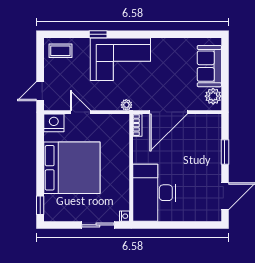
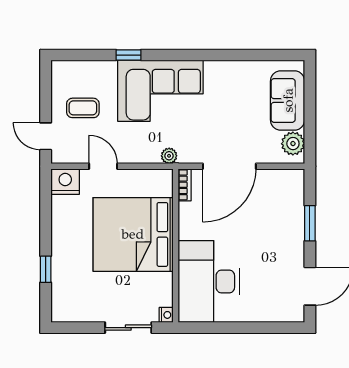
coffee table: (60, 51) -> (83, 108), moved
door: (40, 91) -> (46, 136), hinge flipped
bed: (72, 168) -> (133, 234), moved, turned 180
window: (40, 205) -> (46, 269), moved

